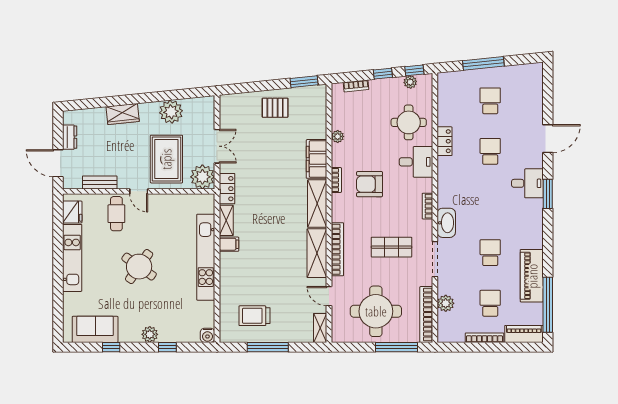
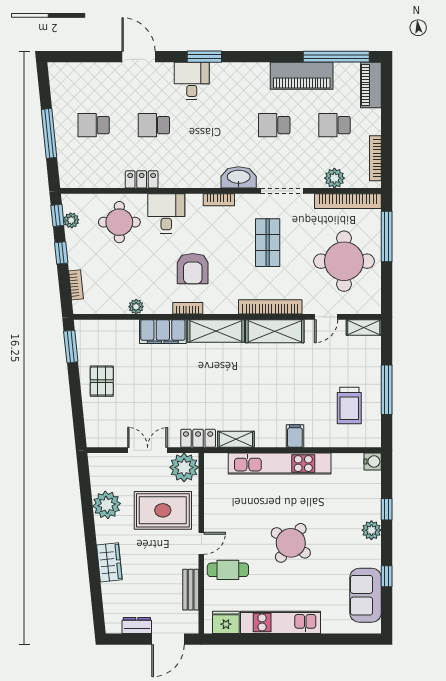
filing cabinet: (229, 244) -> (295, 436), moved
bookcase: (485, 338) -> (375, 158), moved

